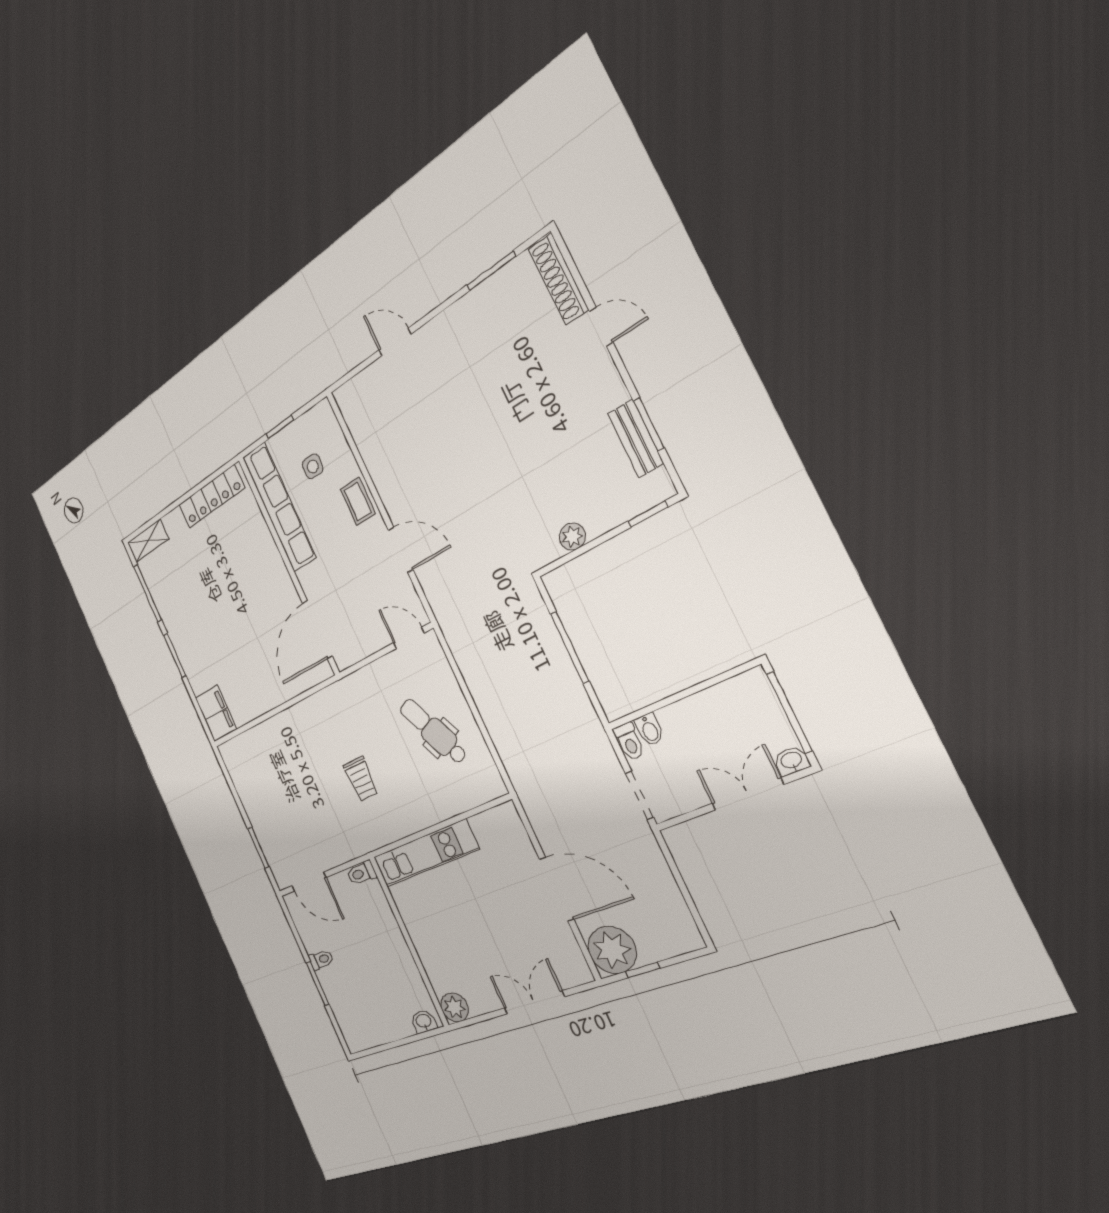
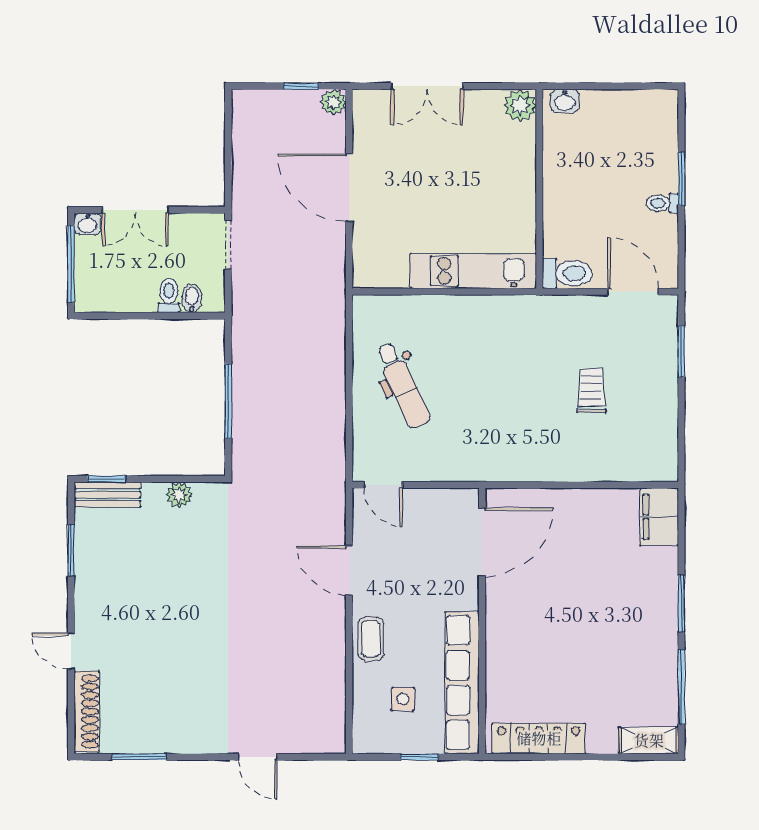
bench: (636, 439) -> (107, 495), moved, turned 90
toilet: (629, 741) -> (169, 295), moved
trolley: (361, 779) -> (591, 390), moved
toilet: (361, 873) -> (567, 273), width x1.37, depth x1.39
plant: (612, 950) -> (333, 102), width x0.53, depth x0.53

